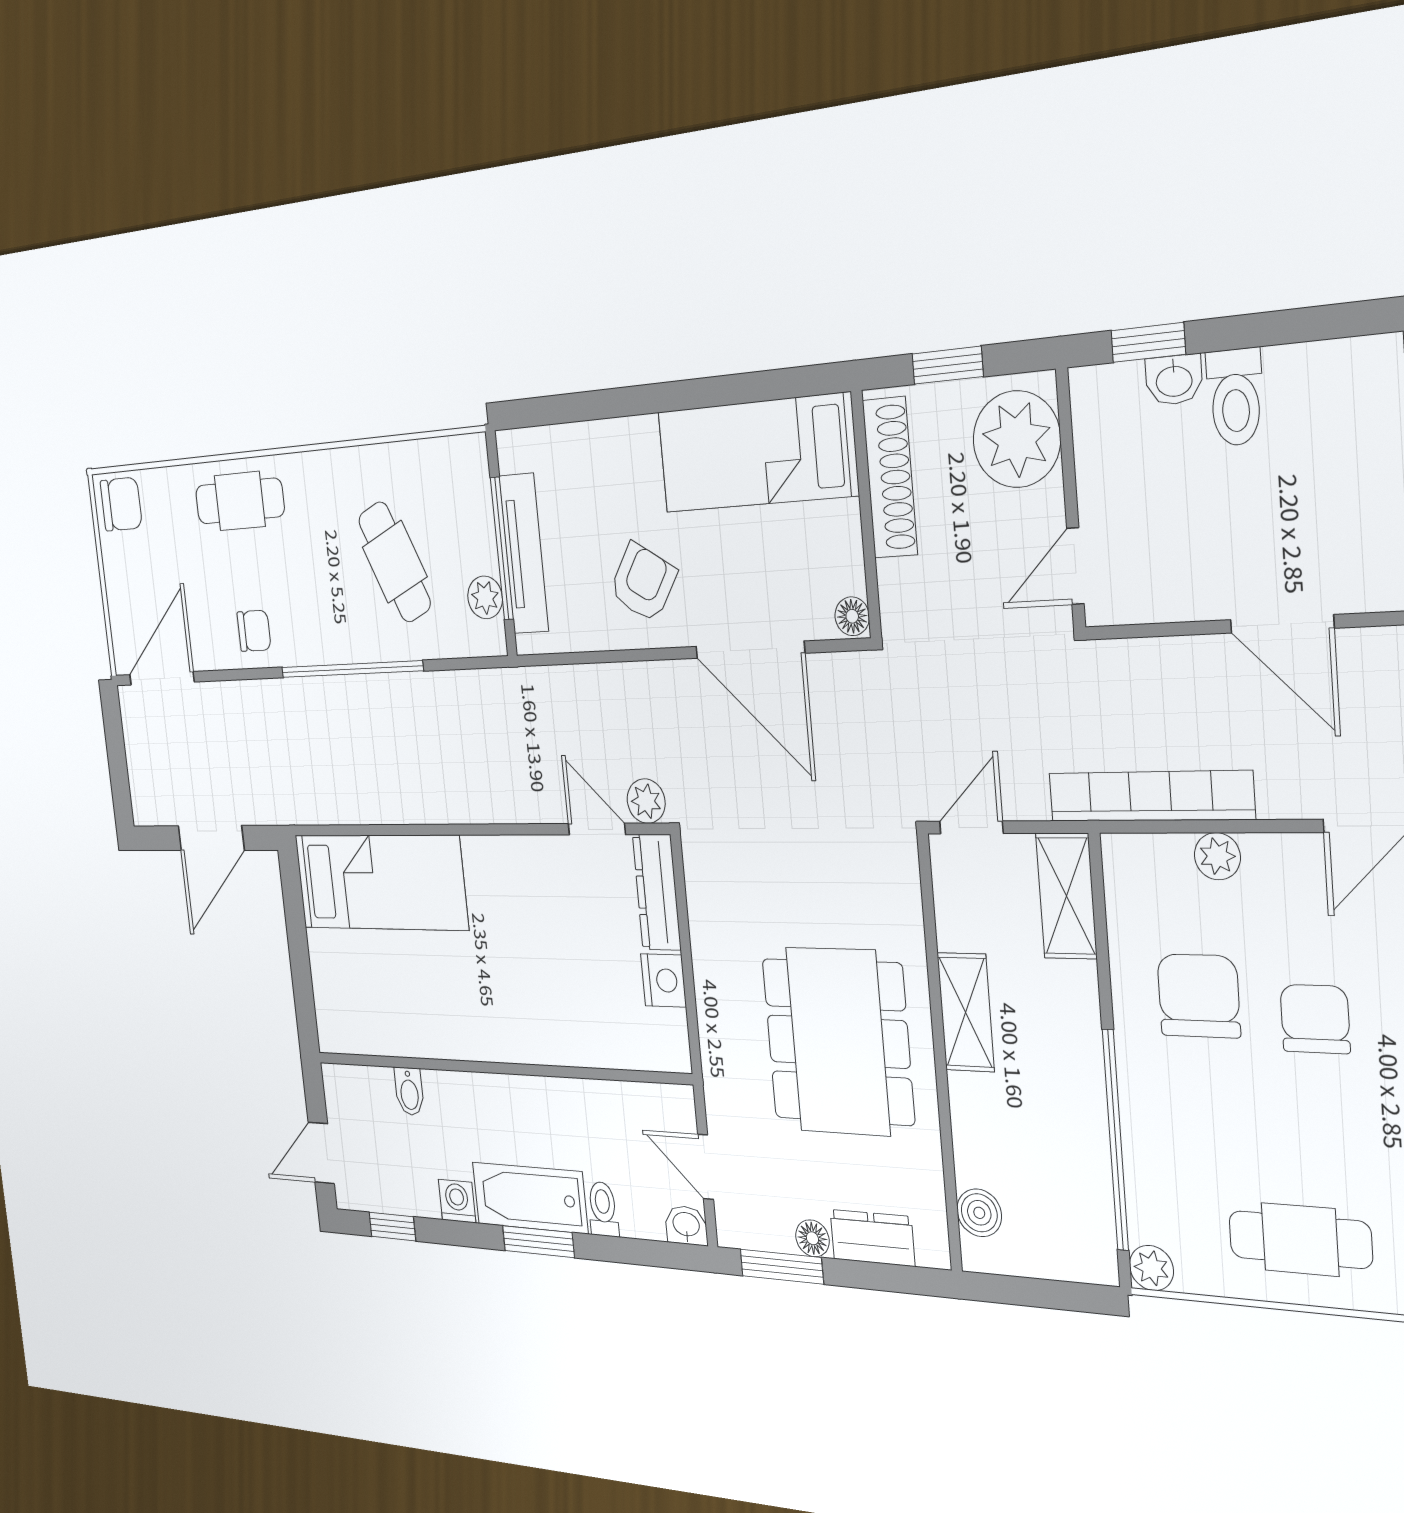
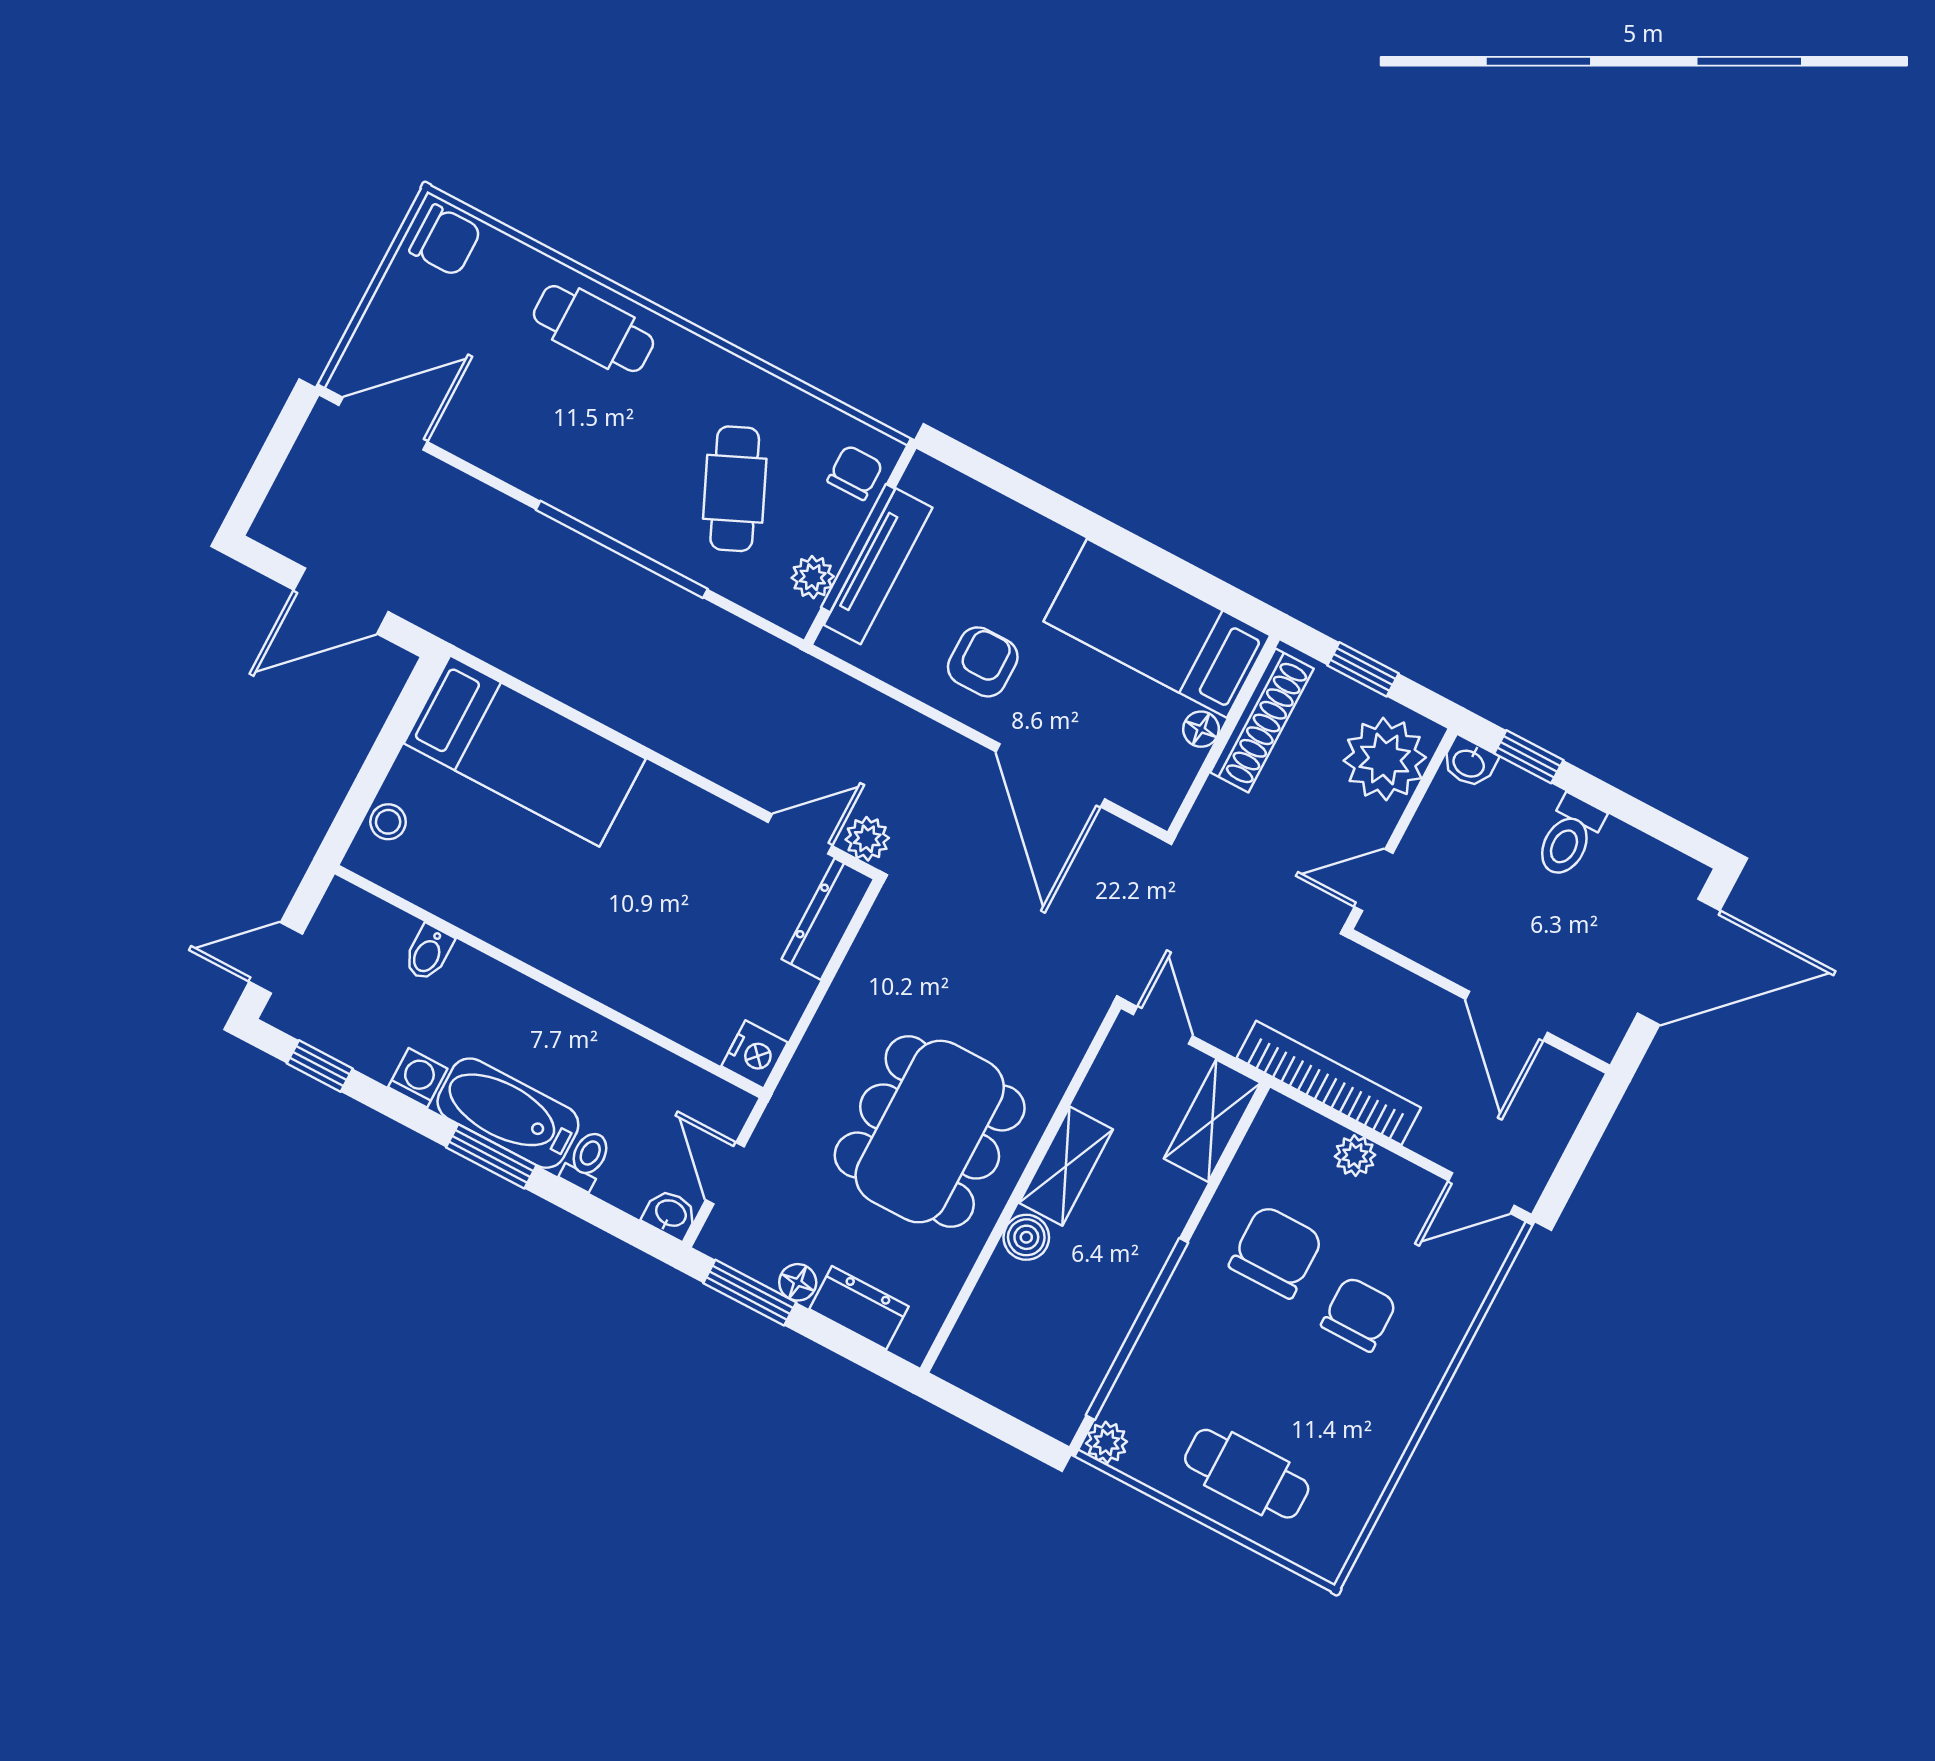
washbasin: (1174, 380) -> (1469, 763), moved
armchair: (643, 582) -> (983, 662), turned -32
floor lamp: (852, 616) -> (1201, 729), moved
chair: (254, 631) -> (855, 473), moved, turned -90
door: (971, 827) -> (1163, 1025), hinge flipped
door: (597, 829) -> (800, 834), hinge flipped
nightstand: (663, 980) -> (755, 1054), moved
stool: (329, 998) -> (388, 822), added
boiler: (979, 1213) -> (1026, 1237), moved

